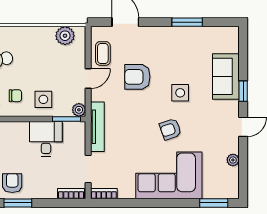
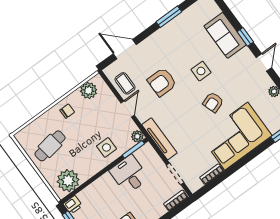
chair: (15, 96) -> (67, 111), moved
bookcase: (104, 194) -> (212, 174), moved

